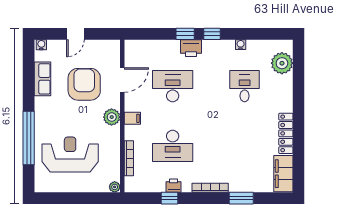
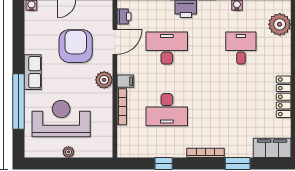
row of seats: (43, 79) -> (33, 72), moved
bookcase: (129, 158) -> (122, 107), moved
filing cabinet: (283, 174) -> (272, 148), moved, turned 90
printer: (174, 186) -> (124, 17), moved, turned 90
plant: (115, 187) -> (68, 152), moved

